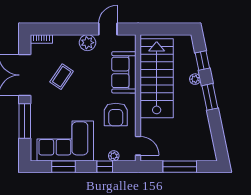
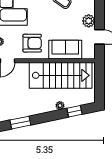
window: (210, 97) -> (20, 123), moved
armchair: (116, 114) -> (32, 43), turned 180

